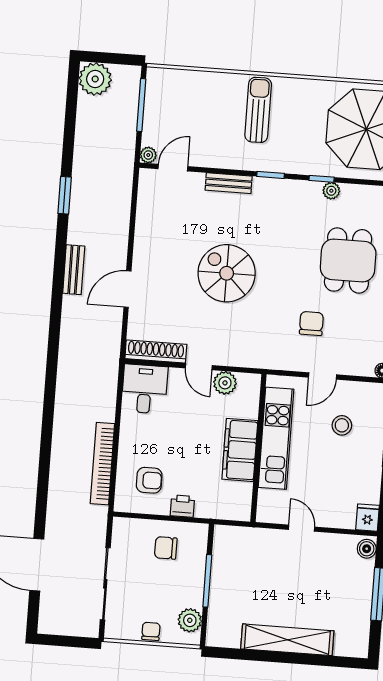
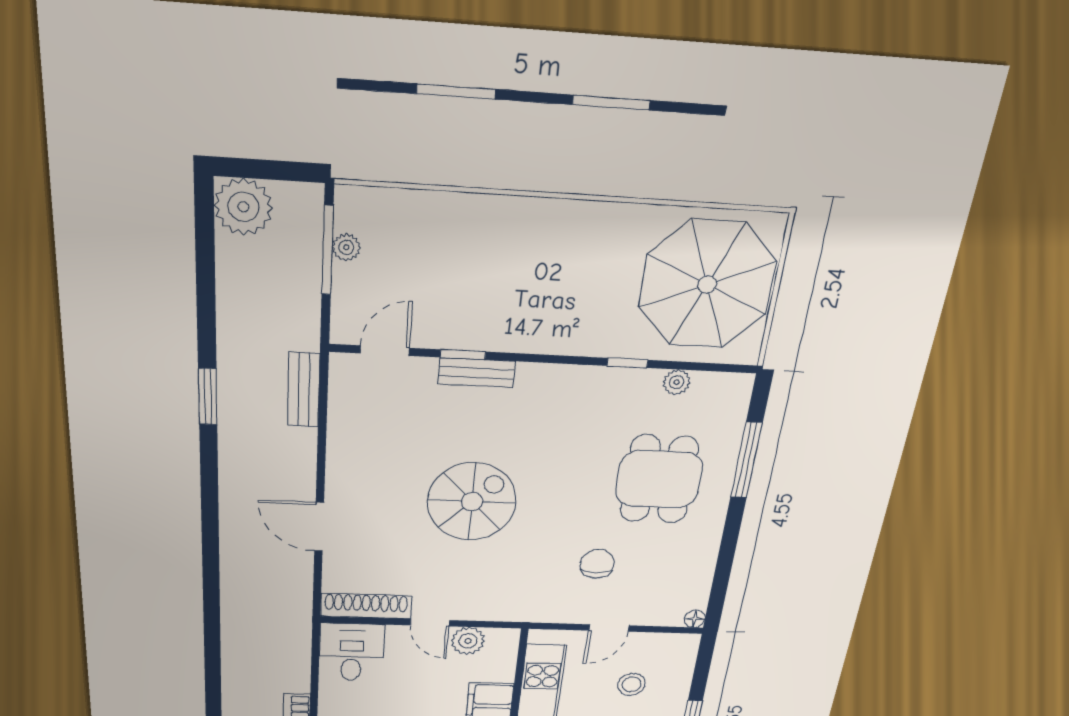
sun lounger: (258, 110) -> (528, 256), removed
plant: (148, 155) -> (346, 247), moved
window: (271, 175) -> (463, 355), moved
plant: (331, 191) -> (677, 382), moved
bench: (74, 270) -> (304, 390), moved
spiral stairs: (227, 273) -> (472, 502), turned 90
door: (127, 289) -> (319, 527), hinge flipped

